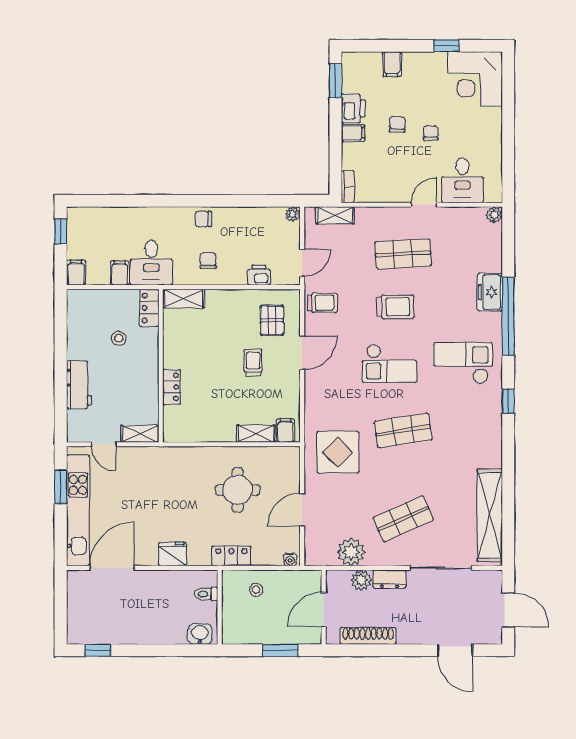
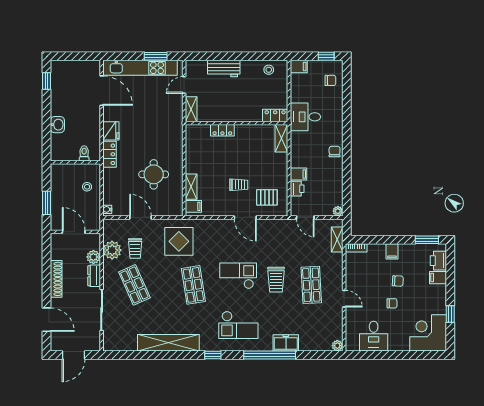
printer: (353, 108) -> (438, 261), moved, turned 90
desk: (462, 180) -> (374, 336), moved, turned -90
chair: (208, 260) -> (330, 80), moved
filing cabinet: (120, 273) -> (299, 174), moved
trolley: (322, 303) -> (135, 249), moved
stool: (119, 338) -> (269, 70), moved
checkout: (389, 363) -> (238, 276), turned 90
checkout: (463, 363) -> (238, 325), turned 90
shelving: (490, 515) -> (168, 343), moved
locker: (231, 556) -> (110, 154), moved
washbasin: (200, 634) -> (57, 125), moved
shoe rack: (368, 636) -> (56, 279), moved
door: (455, 650) -> (47, 320), swing flipped

